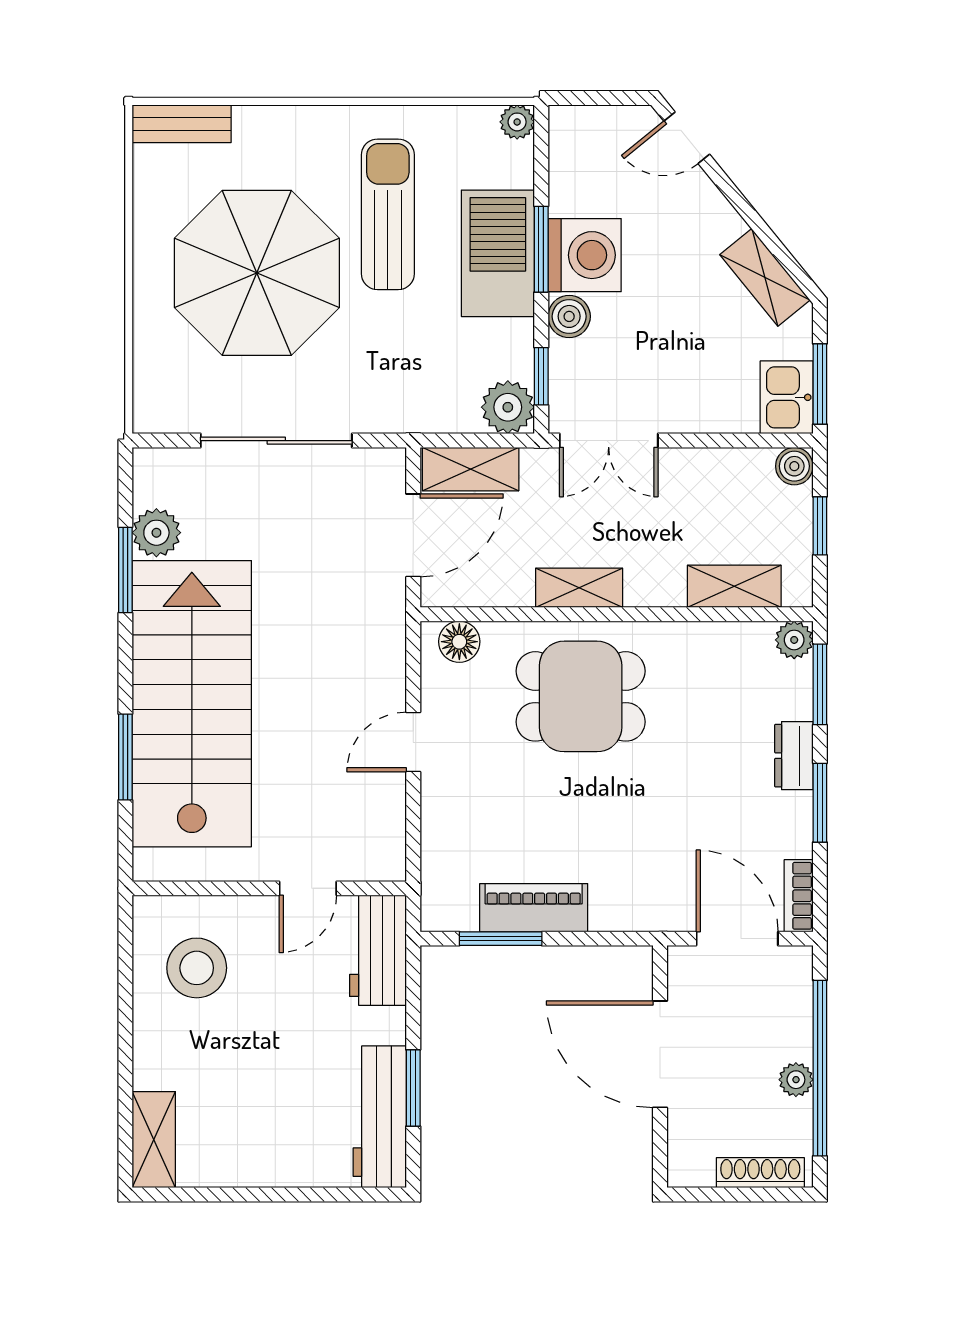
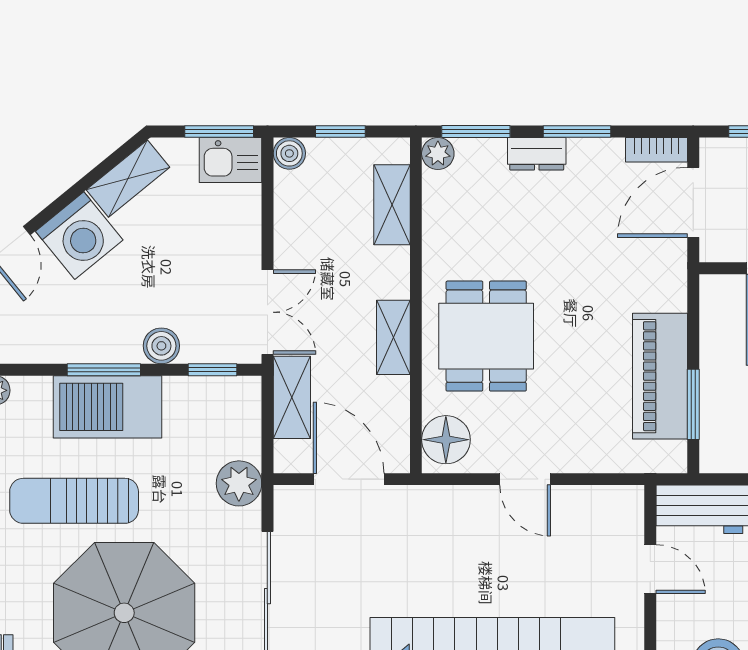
washing machine: (585, 255) -> (79, 236), moved, turned 141
plant: (508, 407) -> (239, 483), moved
shelving: (471, 469) -> (292, 397), moved
floor lamp: (459, 642) -> (446, 440), width x1.38, depth x1.38
piano: (534, 908) -> (660, 376), width x1.37, depth x1.33

